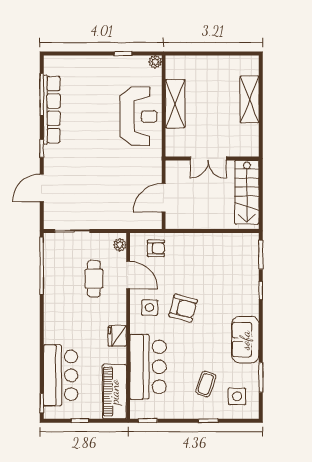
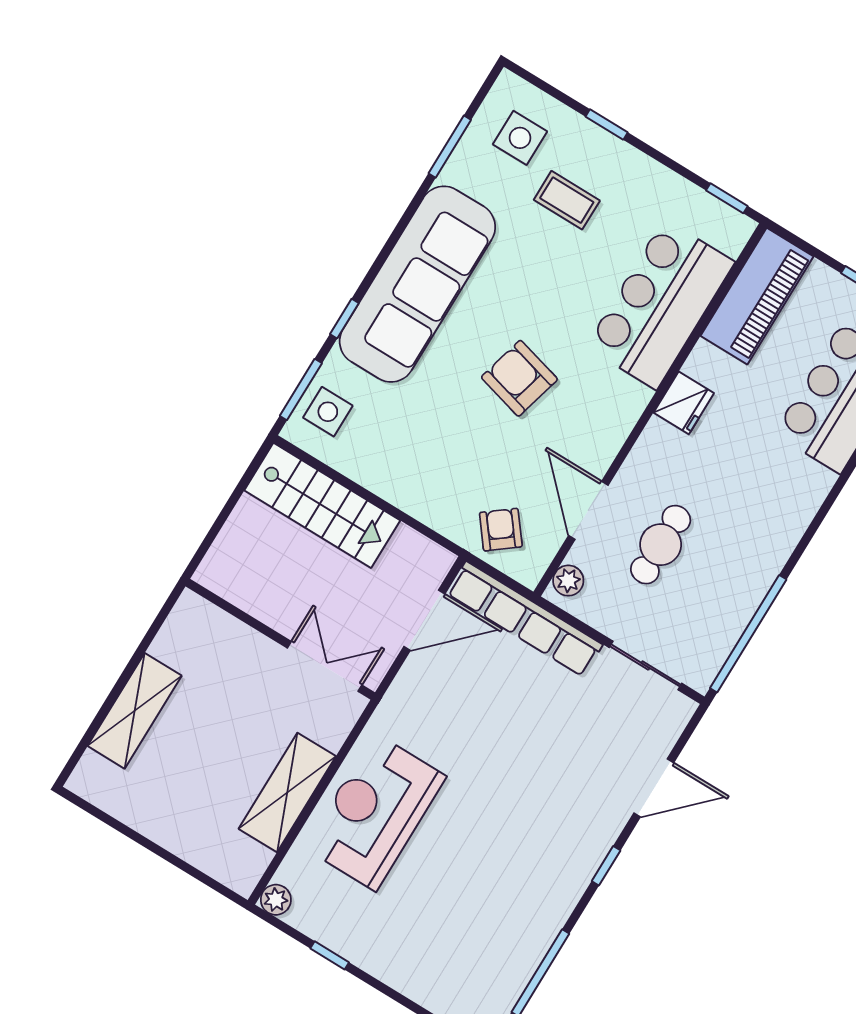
row of seats: (52, 110) -> (525, 619), moved, turned -90
double door: (208, 158) -> (325, 666), moved
stairs: (247, 192) -> (322, 505), moved, turned 90
armchair: (156, 248) -> (501, 530), turned 52
side table: (150, 308) -> (328, 412), moved
sofa: (245, 340) -> (417, 284), width x1.85, depth x1.27
coffee table: (206, 384) -> (567, 200), turned 71

